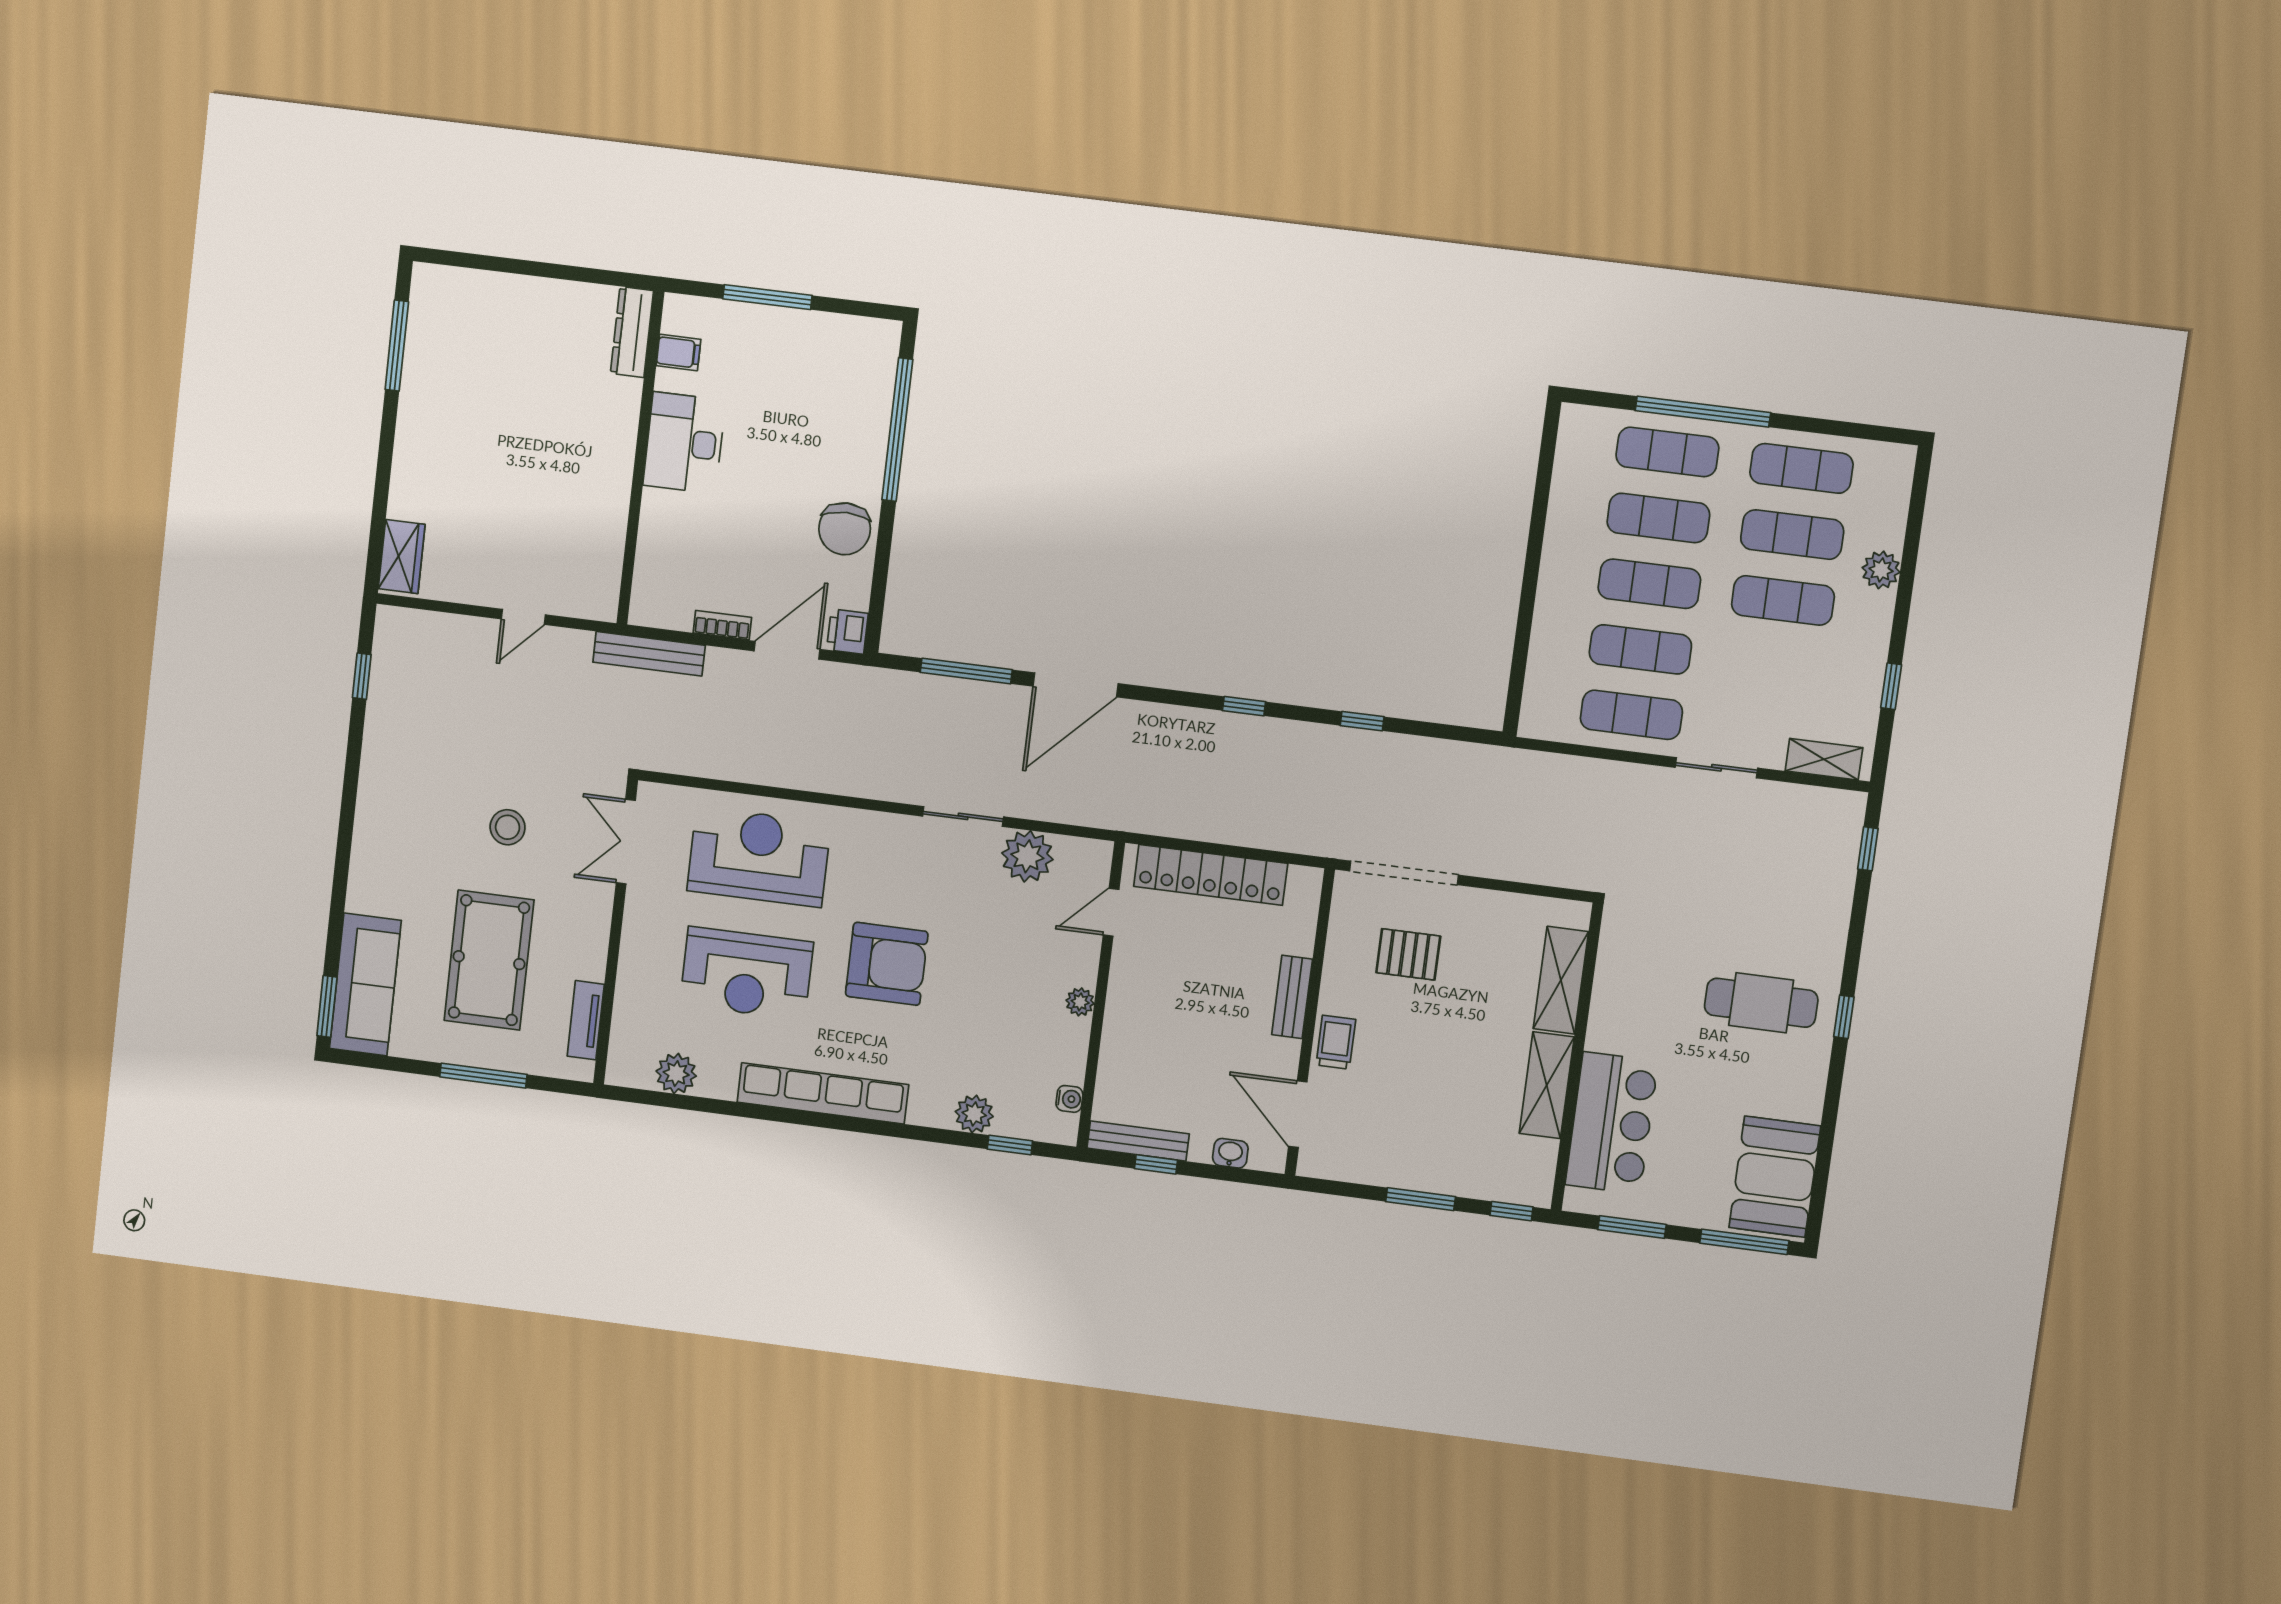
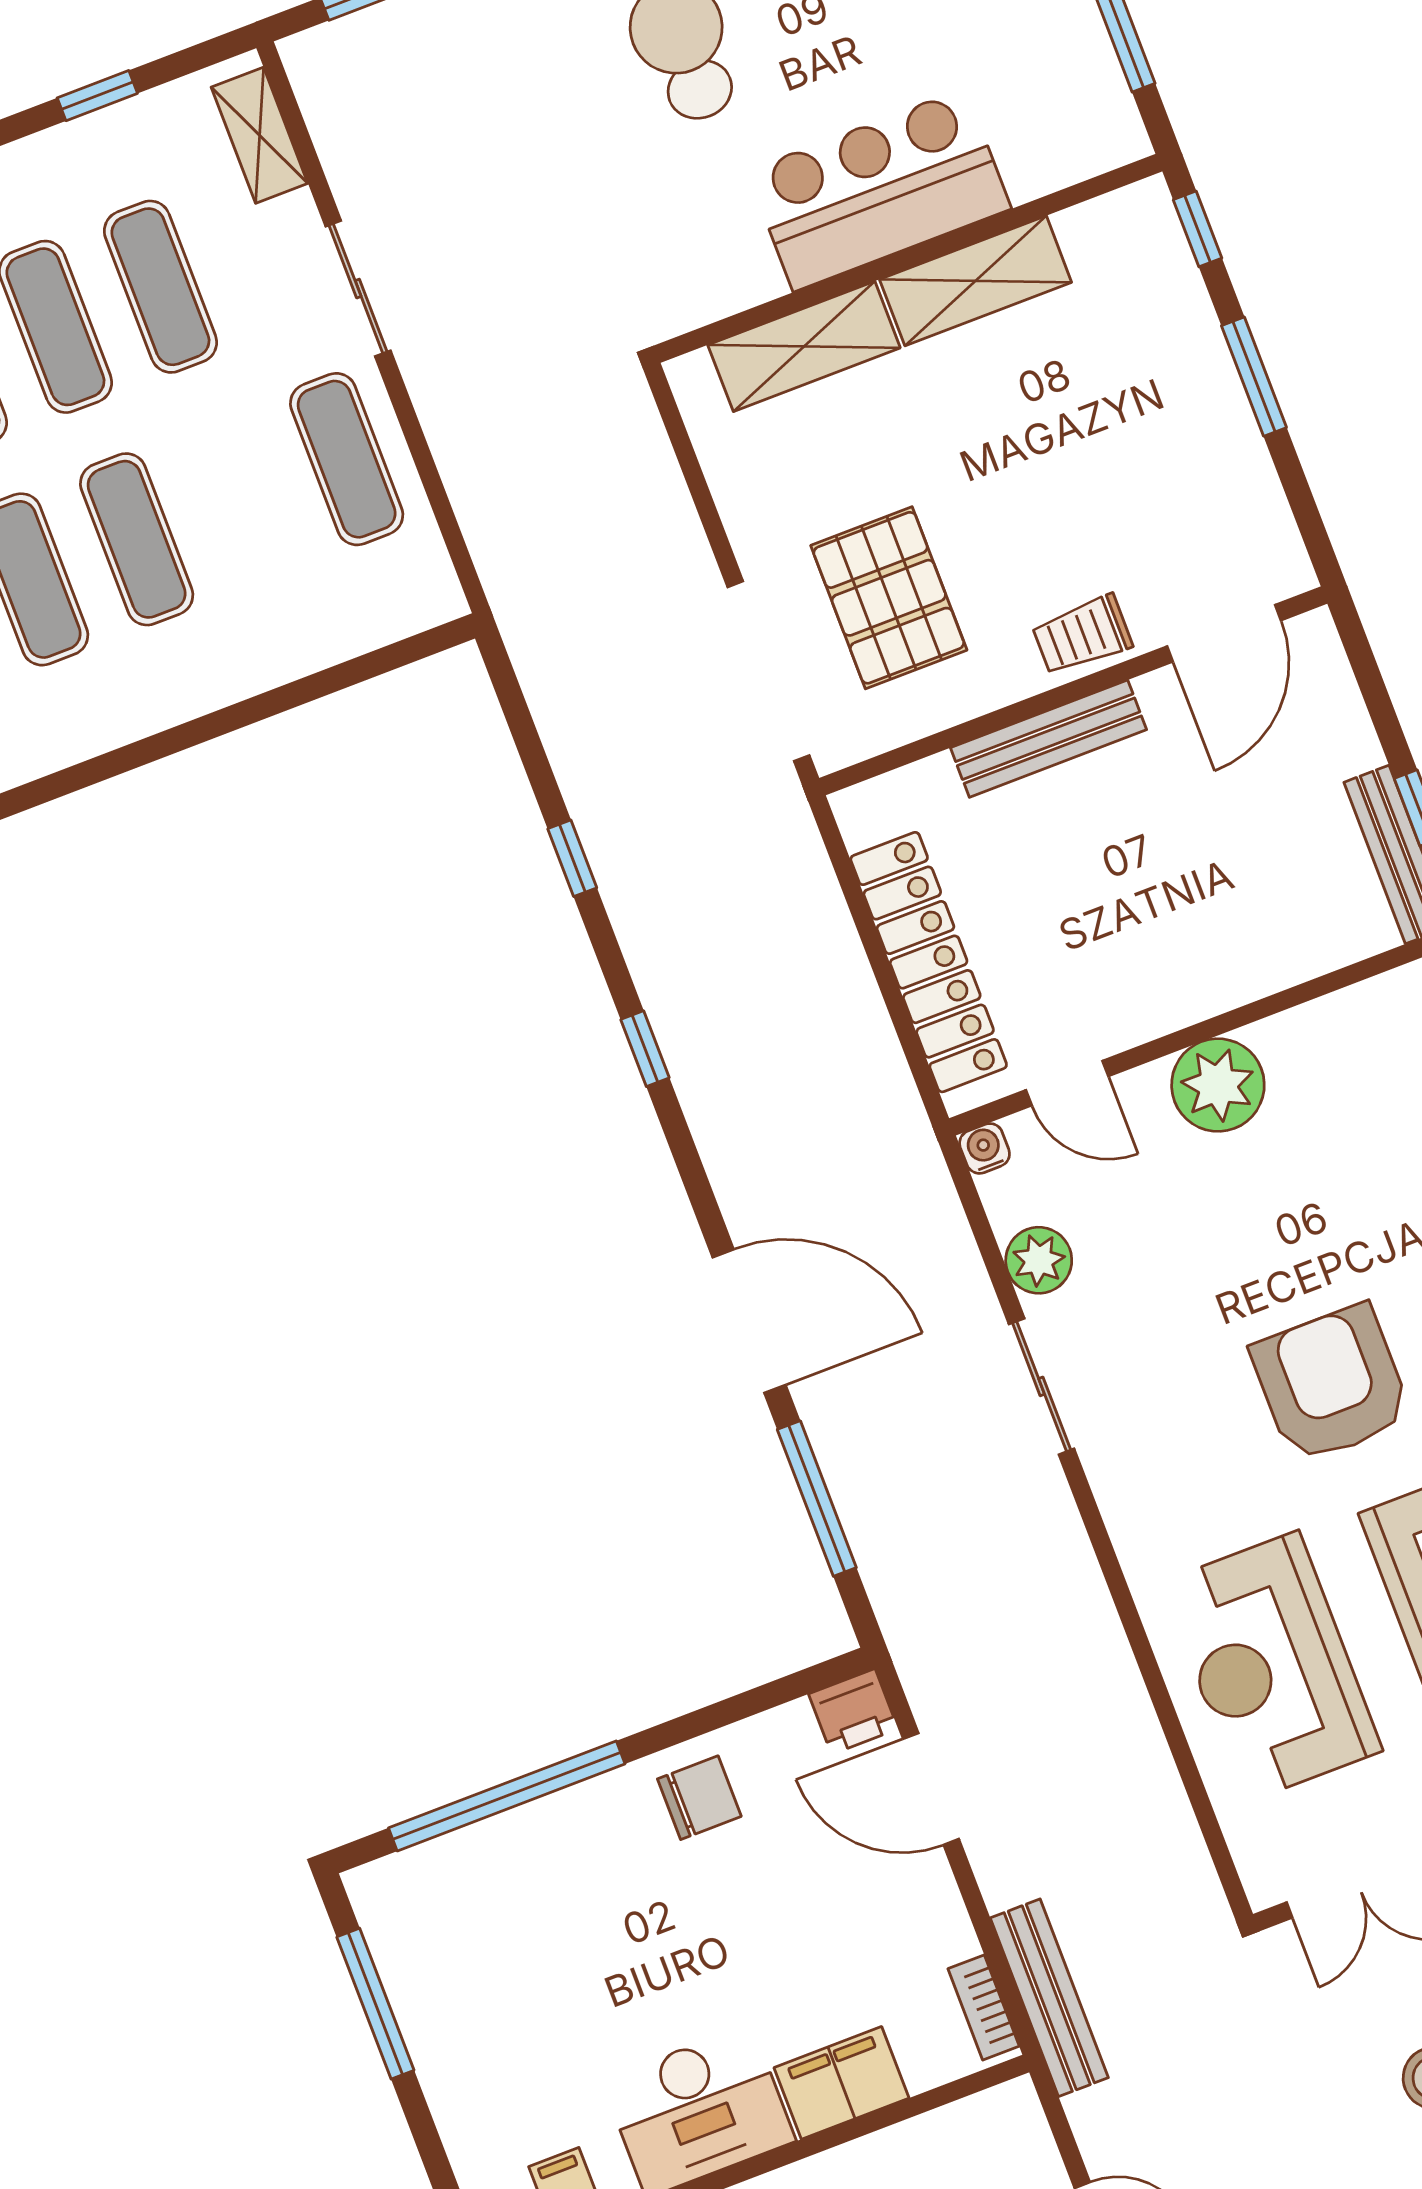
window: (767, 297) -> (375, 2004), moved
filing cabinet: (661, 524) -> (841, 2083), added
chair: (845, 529) -> (699, 1798), width x0.73, depth x0.73
bookcase: (722, 625) -> (984, 2007), moved
exercise mat: (1640, 649) -> (160, 287), moved
plant: (1027, 856) -> (1039, 1260), width x0.73, depth x0.73
pallet: (1408, 954) -> (889, 598), width x1.50, depth x1.42
bench: (1292, 997) -> (1049, 739), width x1.36
plant: (1080, 1002) -> (1218, 1085), width x1.87, depth x1.87
water cooler: (1069, 1099) -> (985, 1148), moved
bar counter: (1612, 1123) -> (879, 190), moved
washbasin: (1230, 1153) -> (1340, 704), removed

